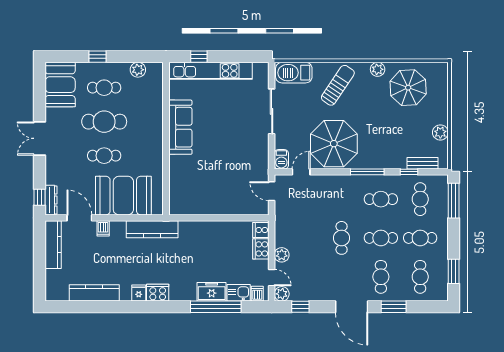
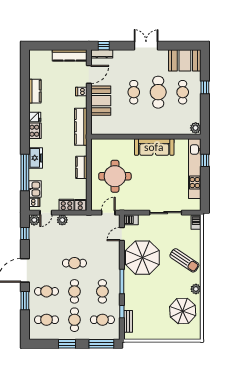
plant: (138, 70) -> (196, 128), moved
barbecue: (294, 73) -> (196, 223), width x0.53, depth x0.65
plant: (440, 132) -> (150, 334), removed
door: (301, 172) -> (122, 234), swing flipped
round table: (221, 182) -> (115, 176), added
booth: (123, 196) -> (101, 101), width x0.73, depth x0.70
kitchen counter: (209, 228) -> (81, 167), added
window: (454, 271) -> (67, 344), moved
freezer: (212, 292) -> (36, 158), moved
kitchen counter: (94, 293) -> (35, 91), width x0.67

